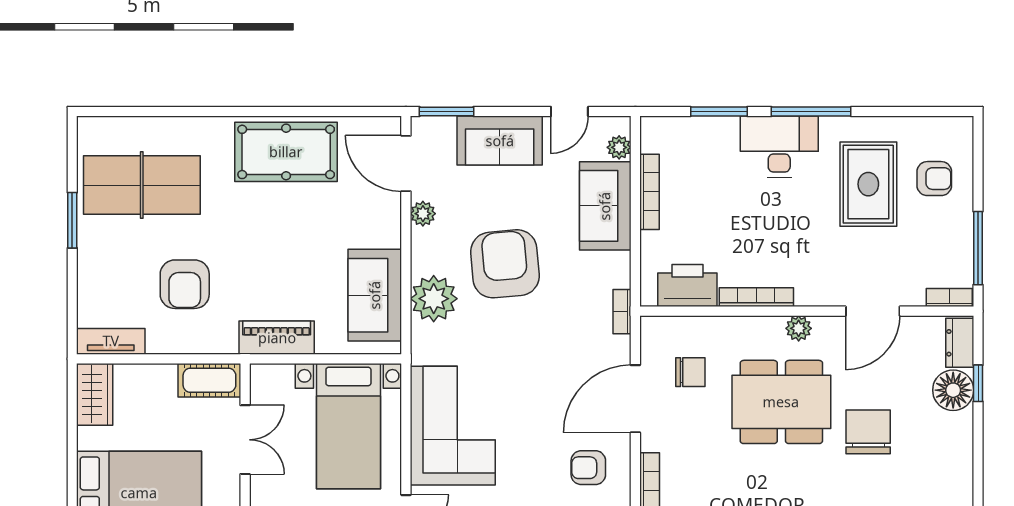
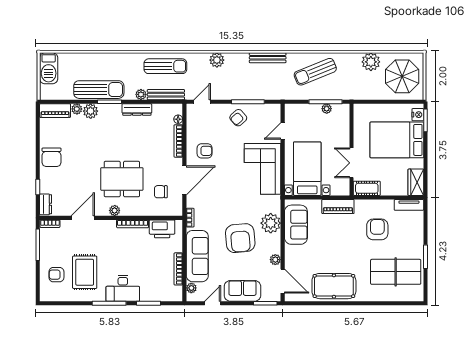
sofa: (605, 206) -> (197, 256), width x1.36
floor lamp: (953, 390) -> (48, 184), removed
chair: (868, 432) -> (51, 157), moved

